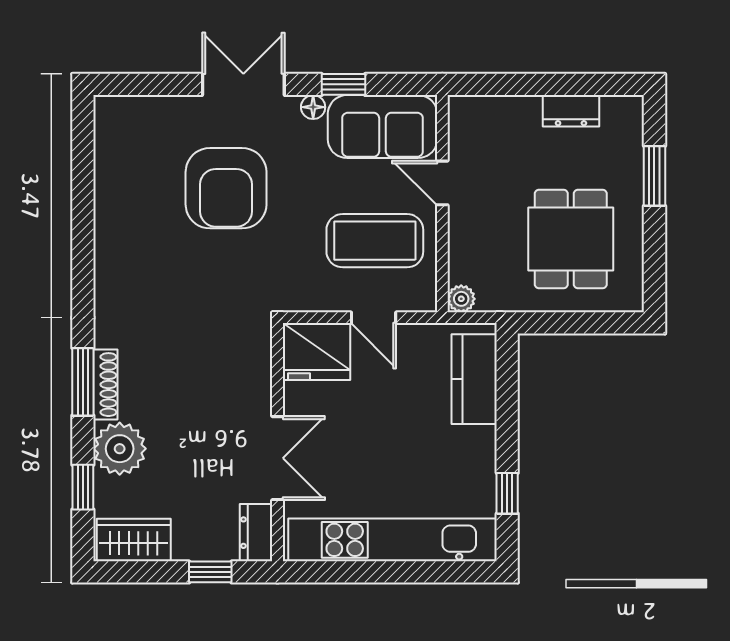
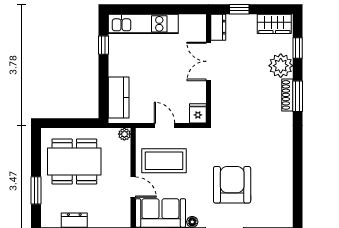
dining table: (571, 239) -> (74, 162), width x1.38
fridge: (317, 352) -> (198, 113), width x0.53, depth x0.75
kitchen unit: (393, 540) -> (143, 24), width x0.73

